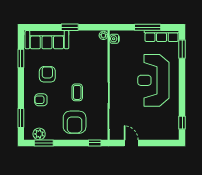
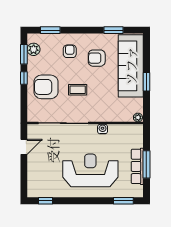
row of seats: (162, 36) -> (137, 166), moved
water cooler: (114, 39) -> (103, 129), moved
sofa: (47, 40) -> (131, 66), width x1.36, depth x1.27
armchair: (47, 74) -> (97, 58), turned 180
window: (95, 143) -> (24, 78), moved

